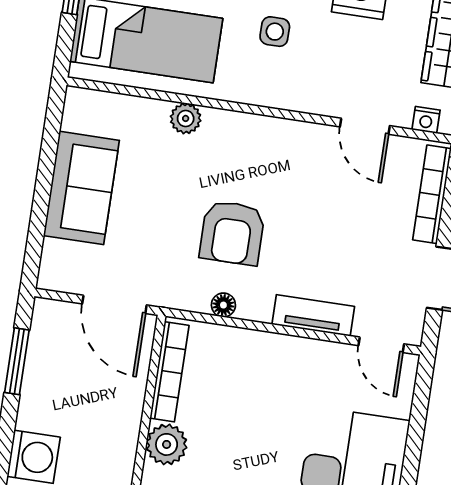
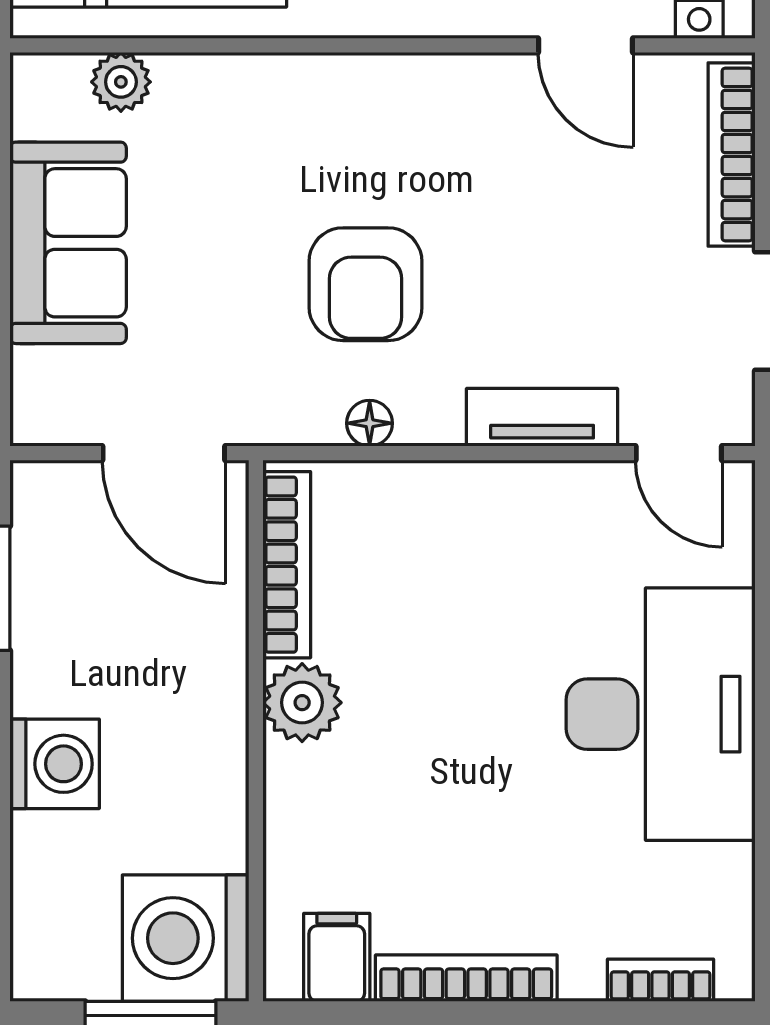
plant: (186, 118) -> (121, 82), moved

